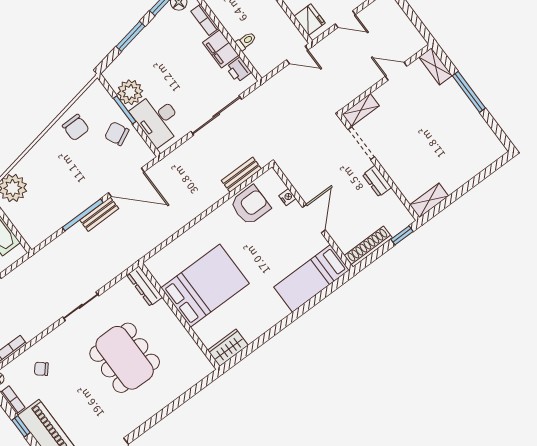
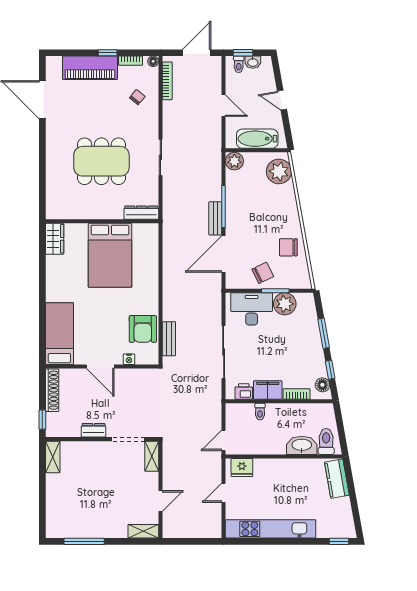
window: (469, 92) -> (84, 541), moved
plant: (34, 236) -> (234, 161), added

